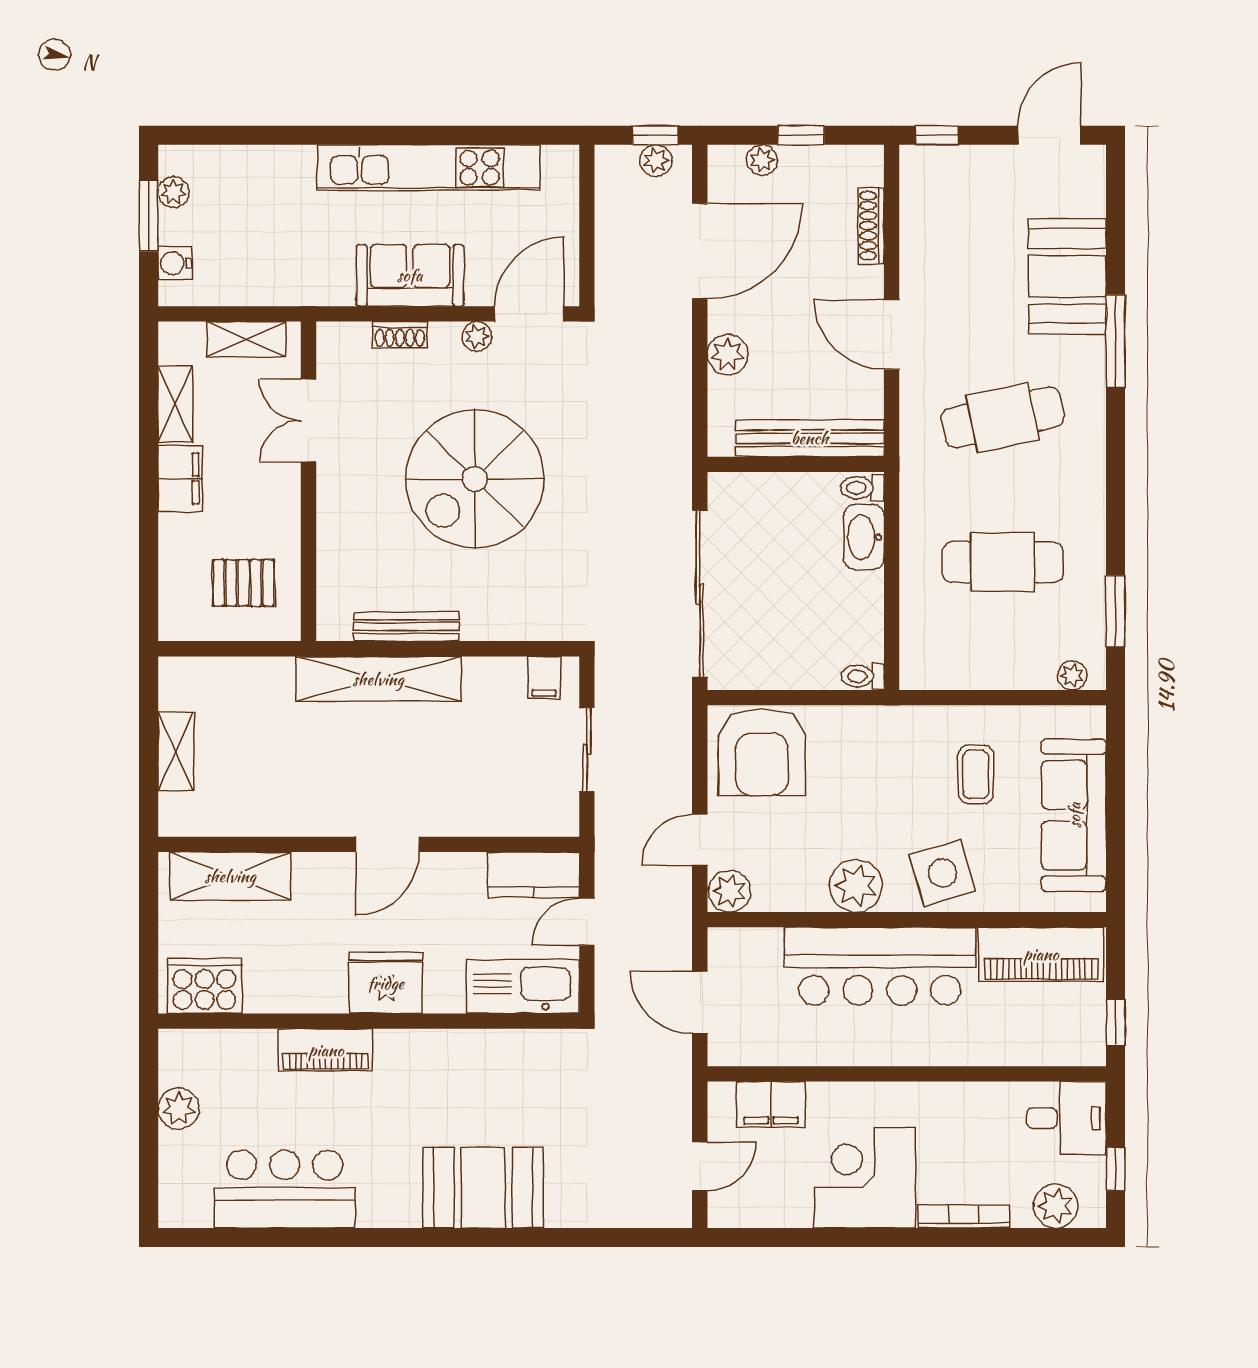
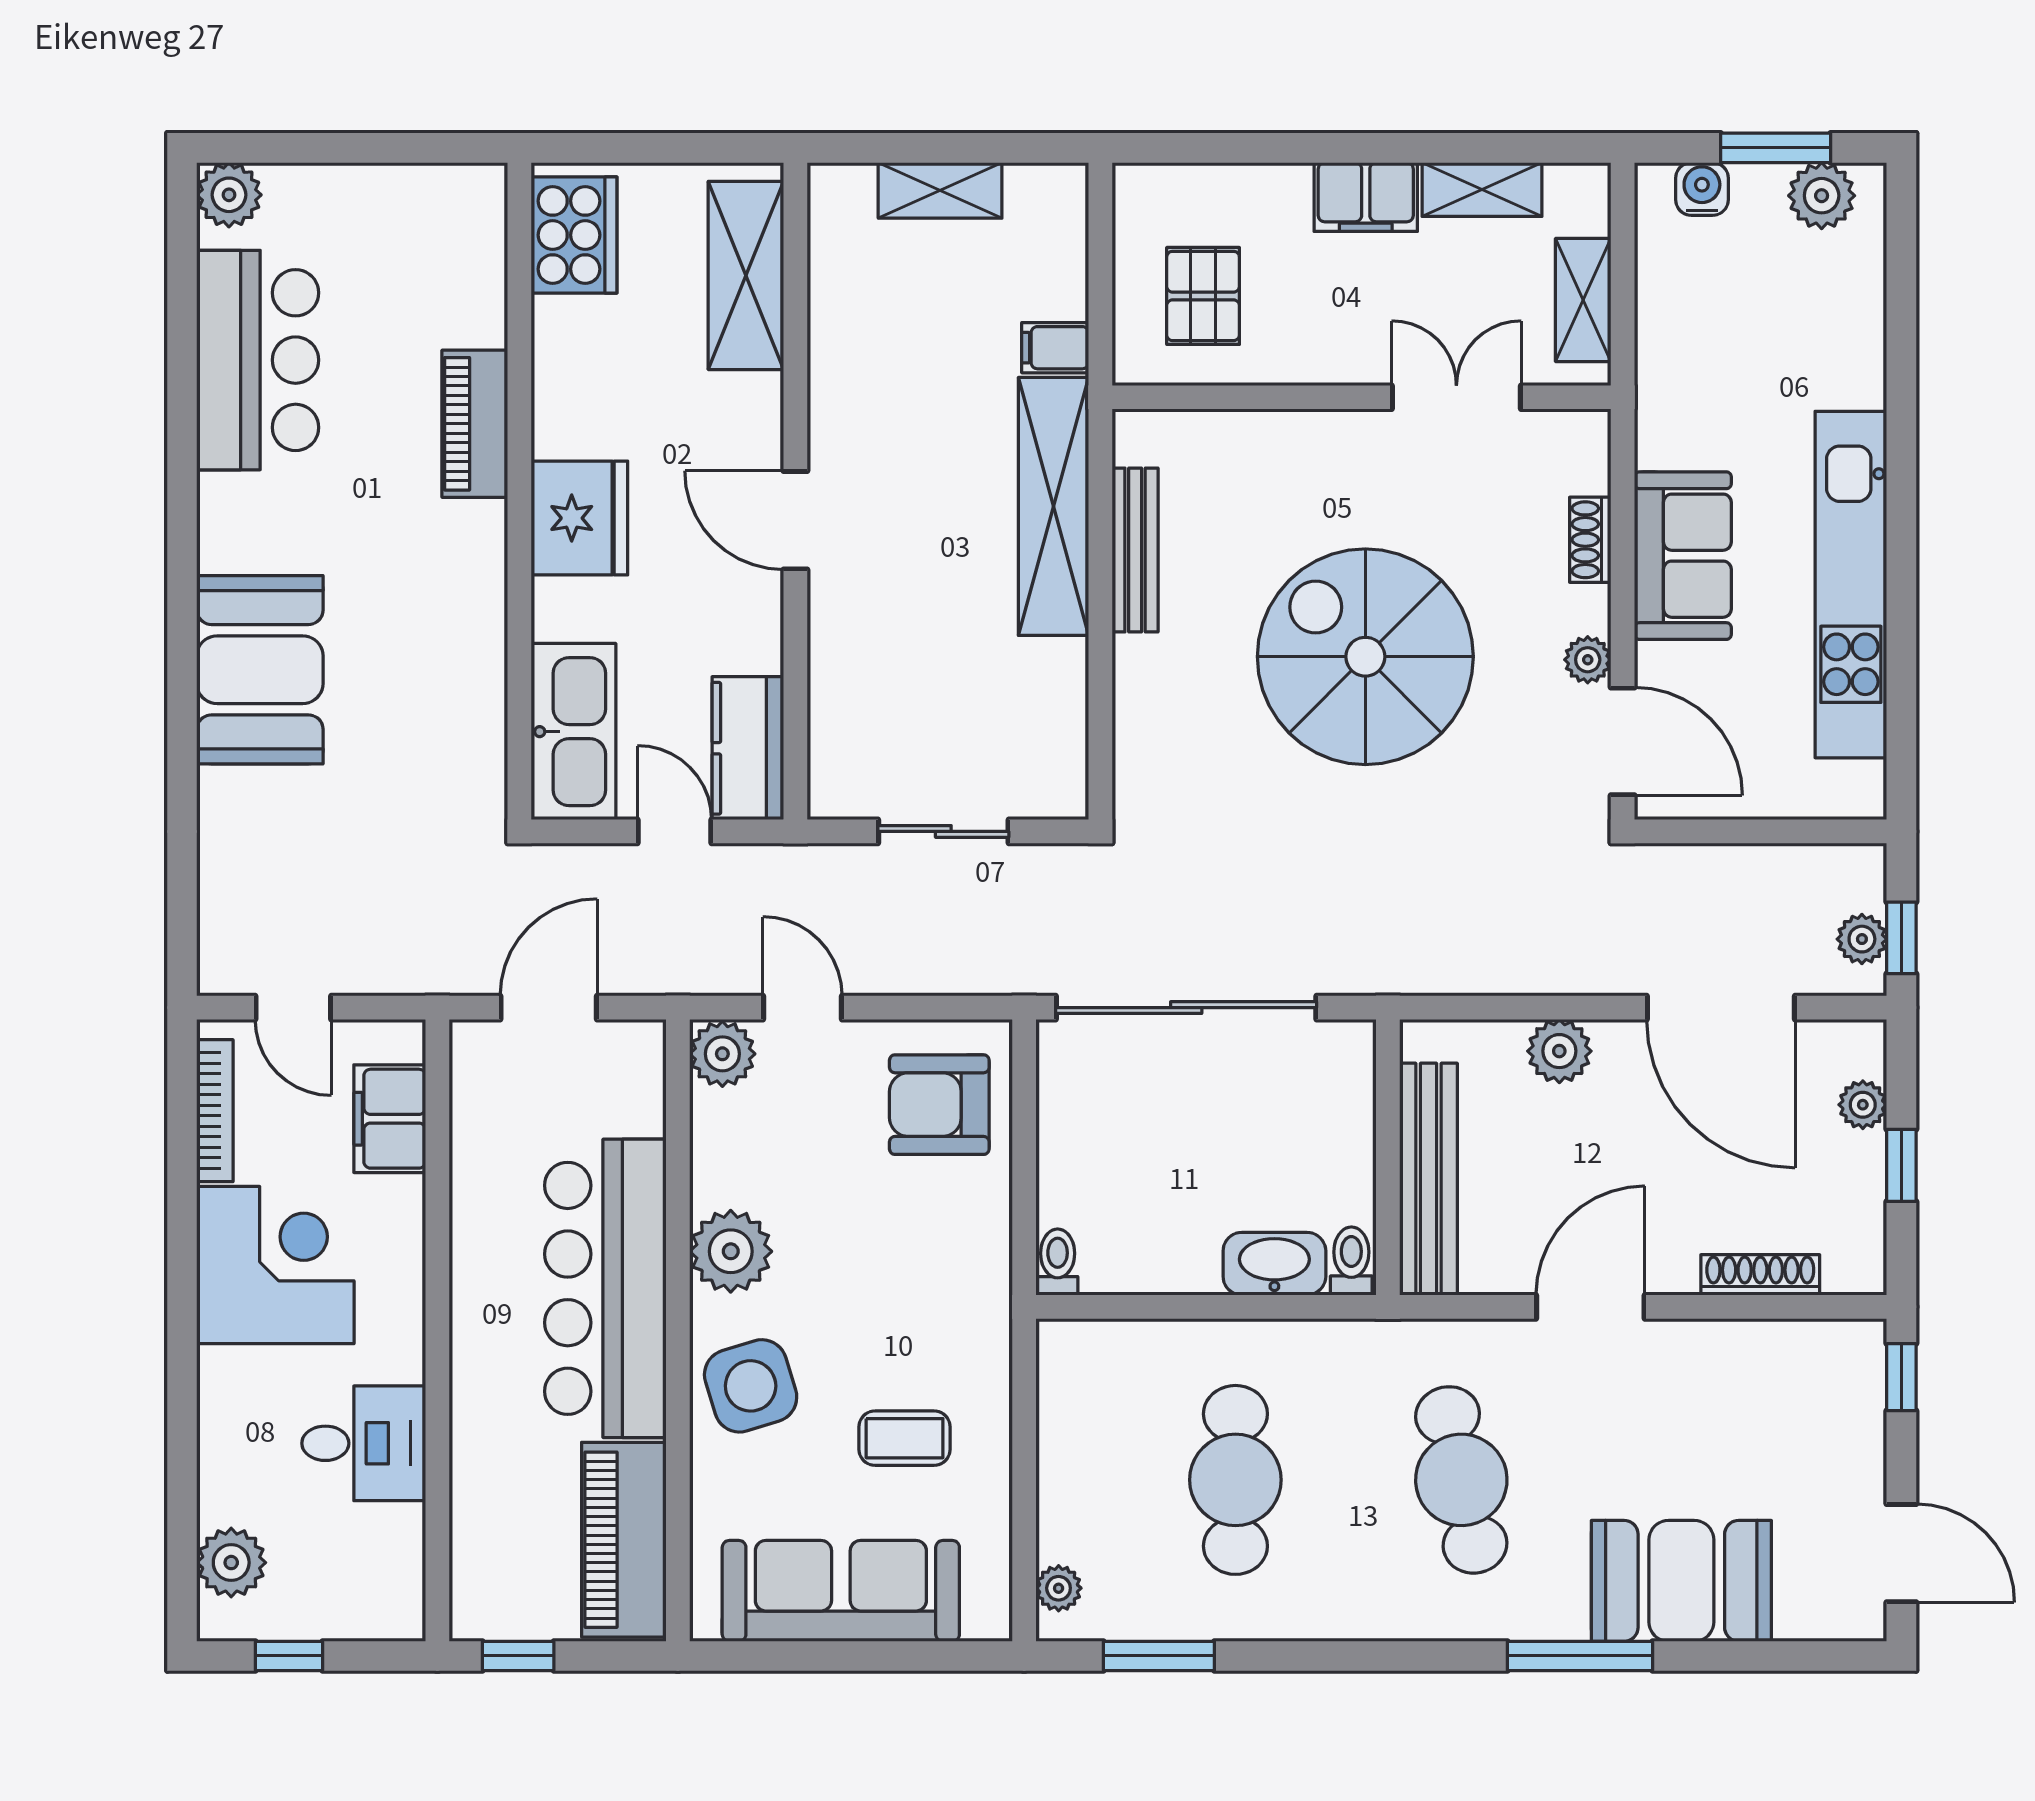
plant: (173, 192) -> (1822, 196), width x1.38, depth x1.38
filing cabinet: (544, 678) -> (1055, 348), moved
armchair: (762, 752) -> (939, 1105), width x0.73, depth x0.73
plant: (179, 1109) -> (229, 195), moved
desk: (1066, 1118) -> (364, 1443), moved, turned -90
bookcase: (964, 1216) -> (215, 1111), moved

